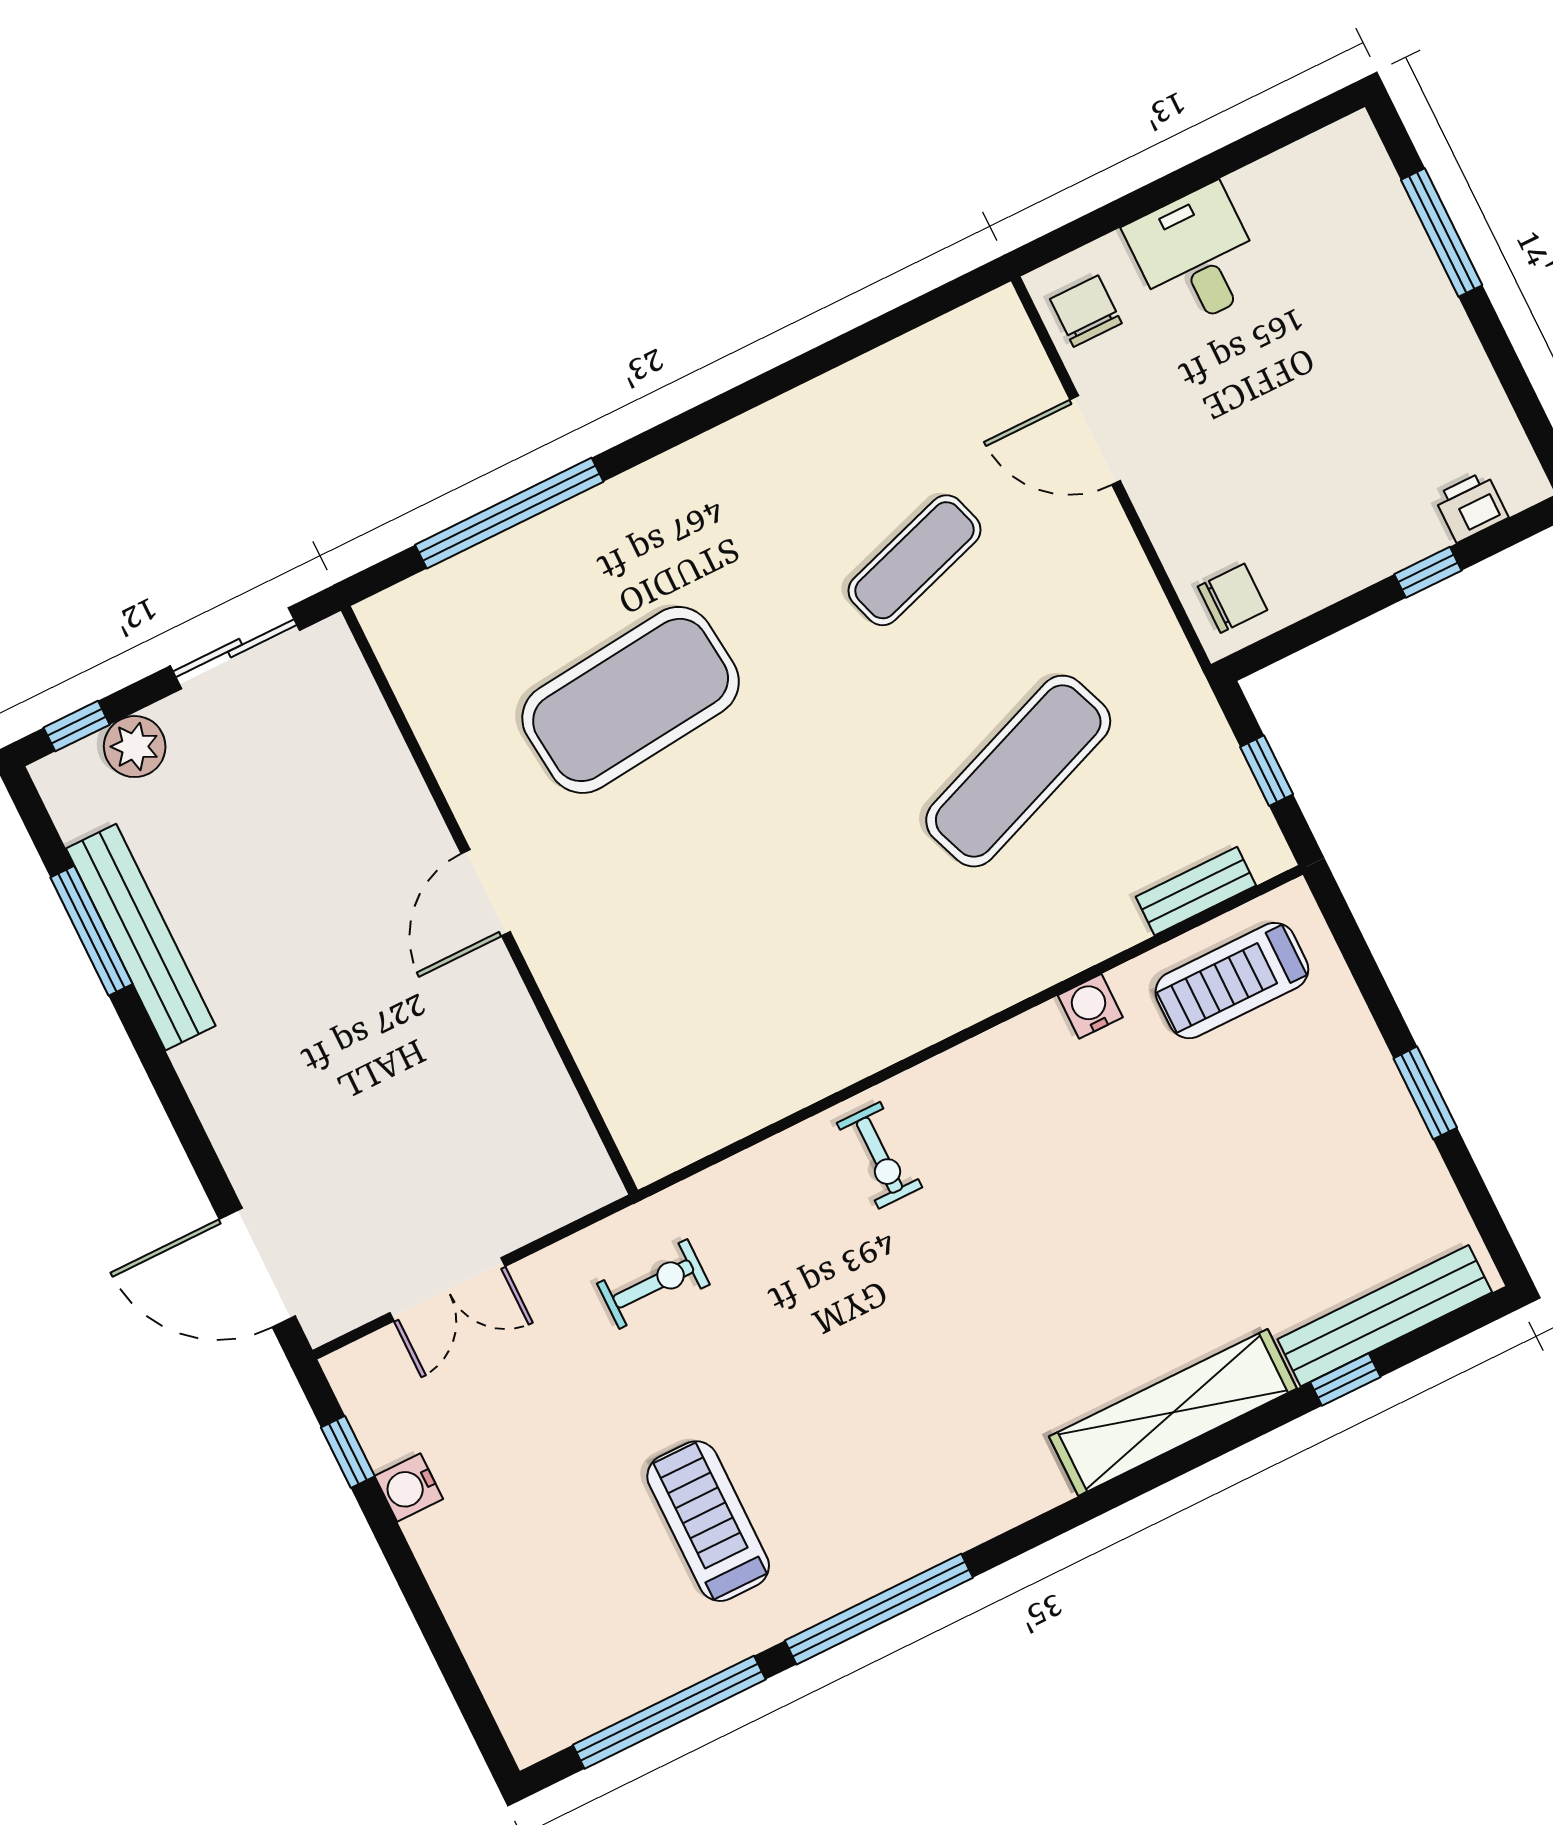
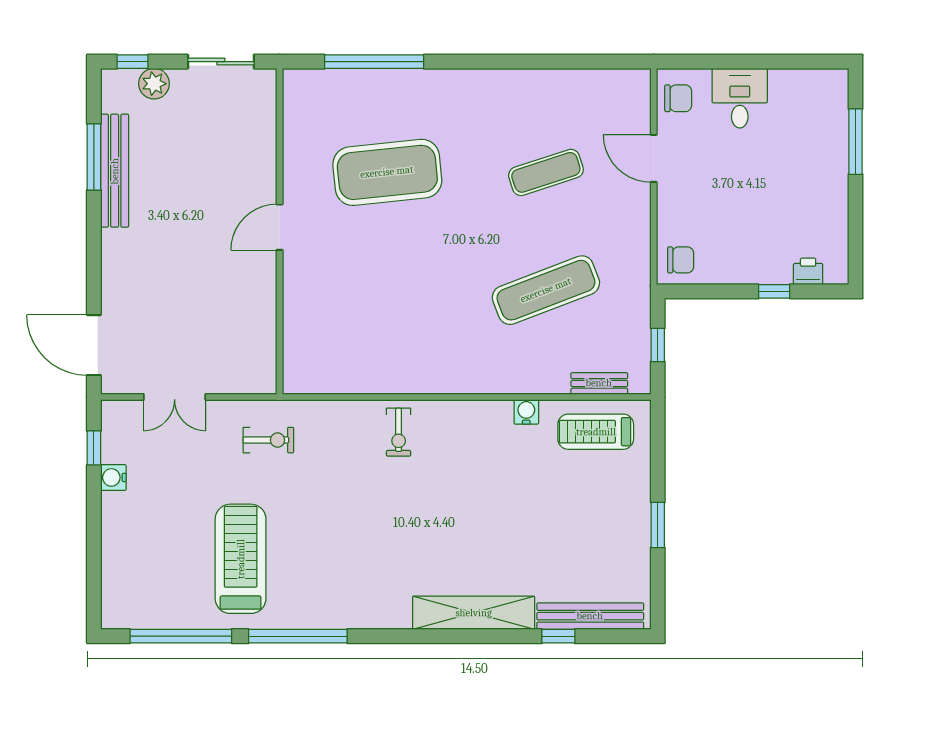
chair: (1086, 311) -> (678, 98), turned 90
treadmill: (708, 1521) -> (241, 559), width x1.37, depth x1.38

